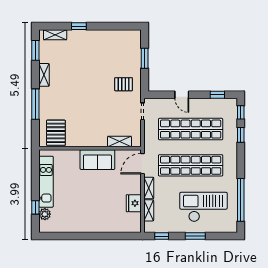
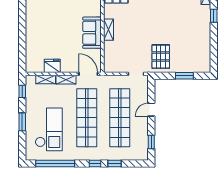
pallet: (124, 84) -> (161, 57), width x1.50, depth x1.42
window: (241, 112) -> (95, 163), moved
shelving: (119, 142) -> (108, 30), moved

